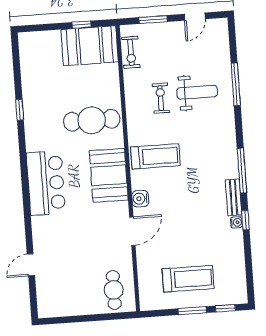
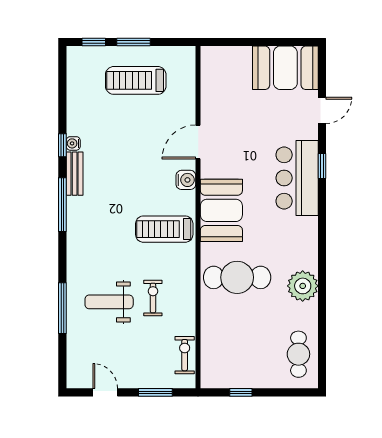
door: (195, 17) -> (105, 392), hinge flipped
booth: (90, 46) -> (285, 68), moved
exercise bike: (161, 98) -> (153, 298), turned 180
window: (20, 110) -> (322, 166), moved
plant: (36, 117) -> (303, 286), added
bar counter: (46, 183) -> (297, 178), moved
cafe table: (114, 290) -> (298, 354), moved

